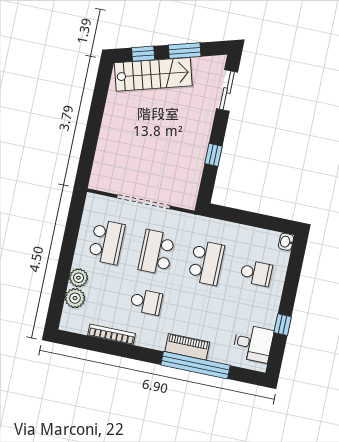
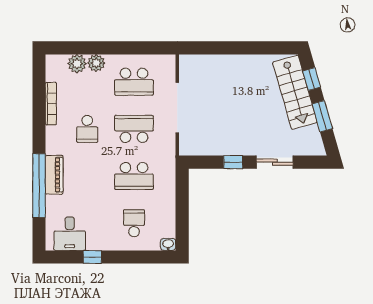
sliding door: (227, 90) -> (275, 162), moved
school desk: (256, 273) -> (134, 223), turned 180

